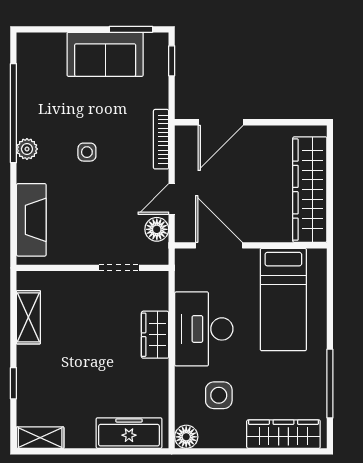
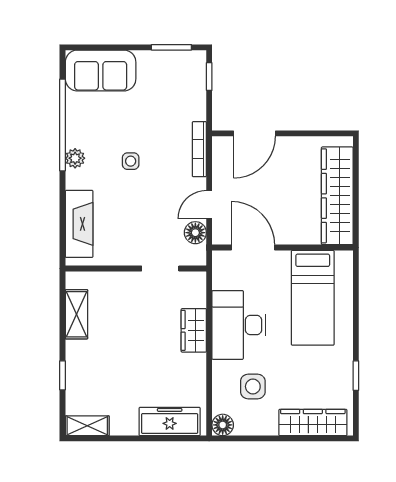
sofa: (105, 54) -> (101, 71), moved
window: (330, 384) -> (356, 376), width x0.46

